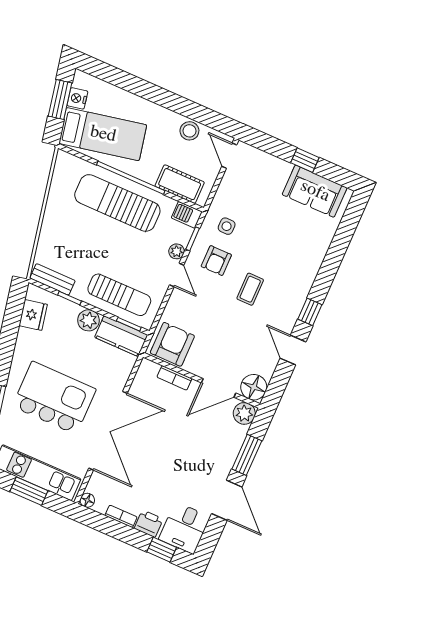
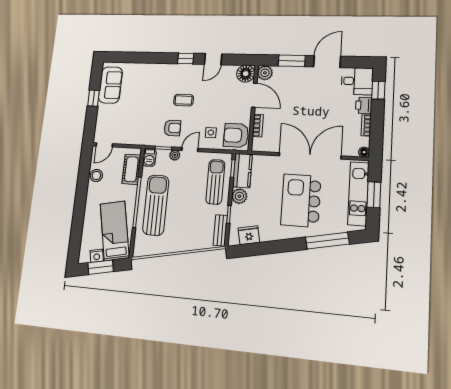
sun lounger: (117, 203) -> (156, 205), turned 180
side table: (227, 226) -> (211, 133), moved

